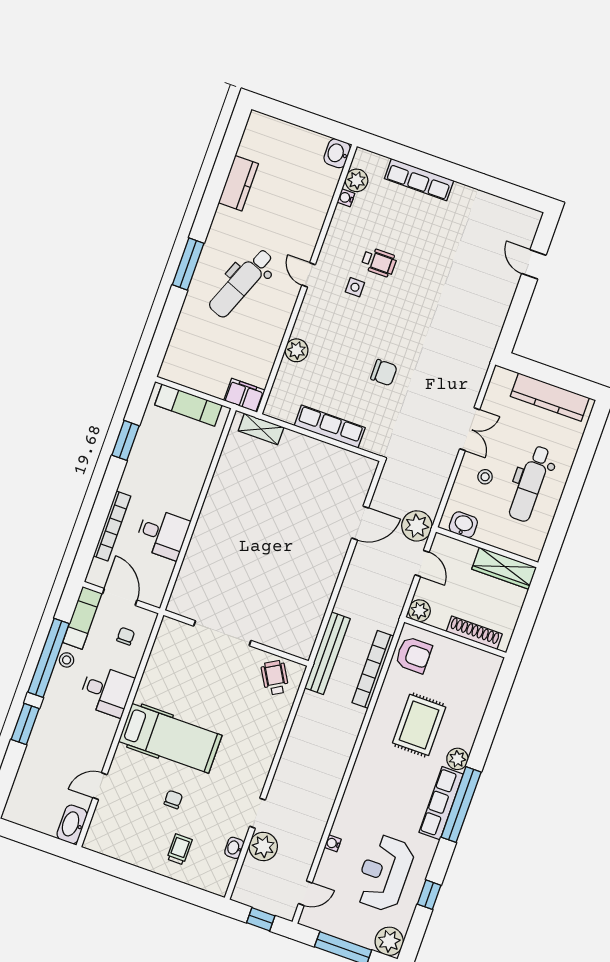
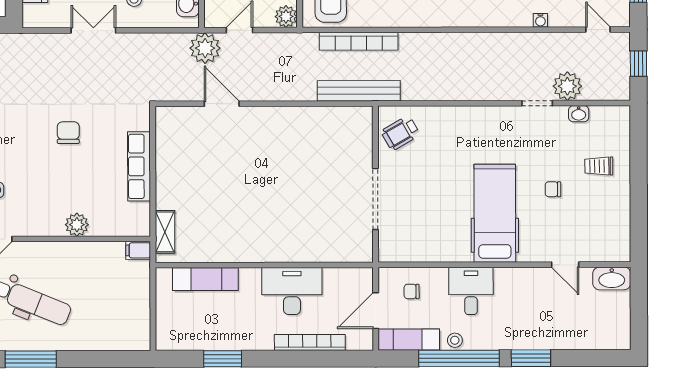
filing cabinet: (244, 395) -> (138, 250), width x0.50
exam couch: (188, 405) -> (205, 279), moved, turned 90
desk: (162, 534) -> (292, 291), width x1.37

